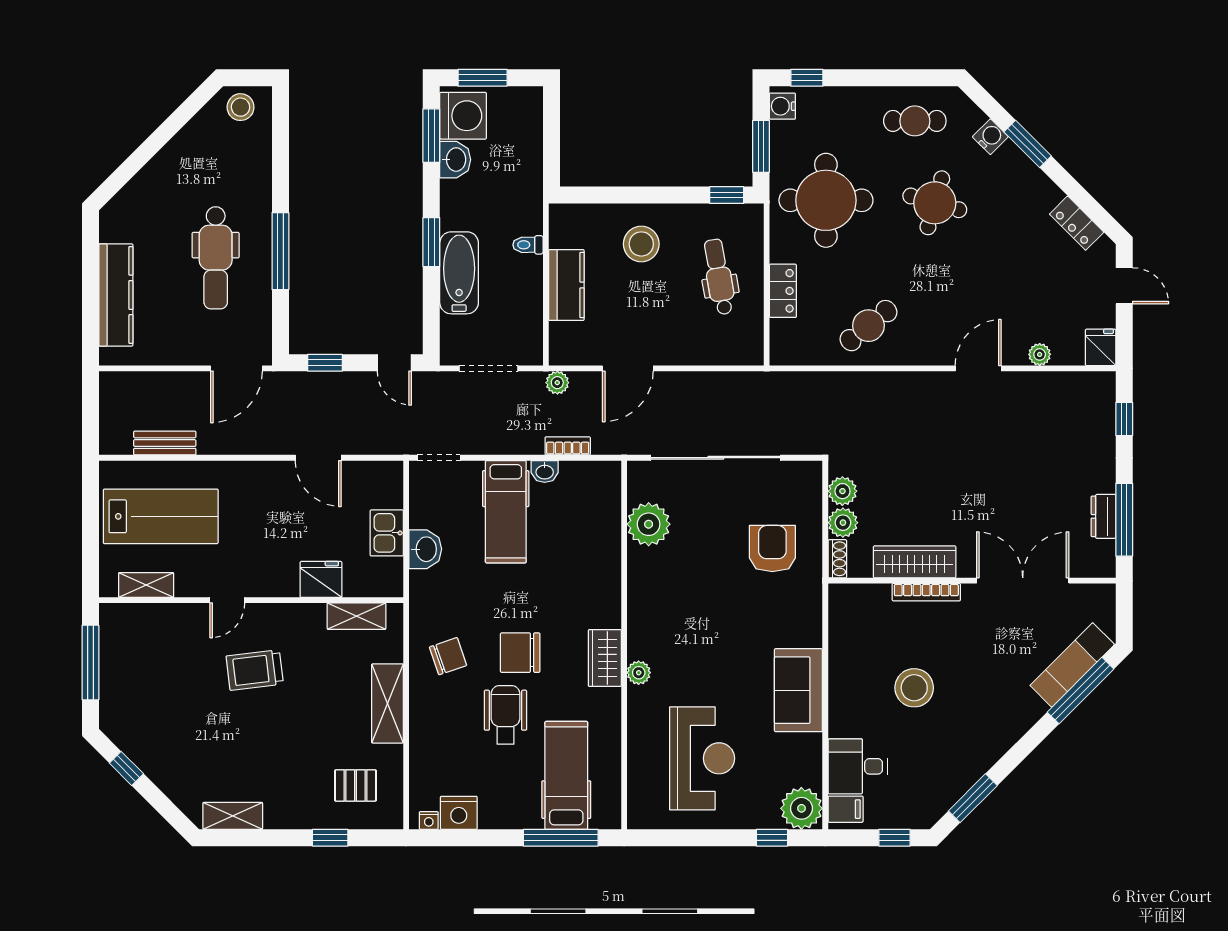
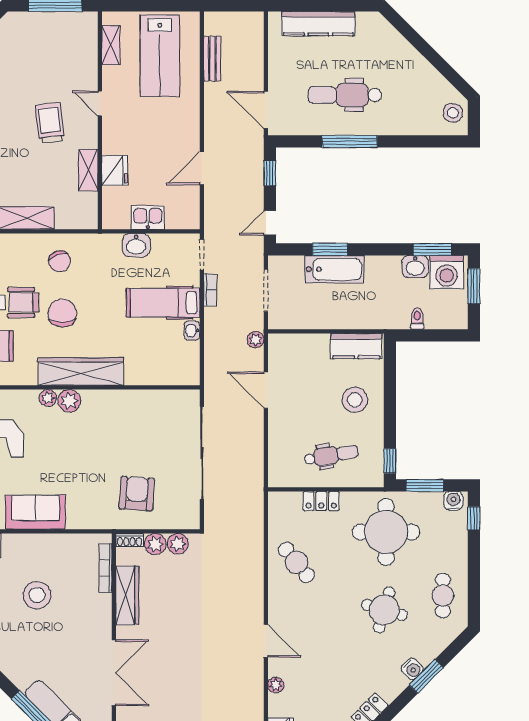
water cooler: (990, 137) -> (412, 669), moved
window: (431, 242) -> (330, 249), moved
toilet: (528, 245) -> (417, 319), moved
kitchen counter: (566, 285) -> (356, 346), moved
bookcase: (568, 446) -> (210, 290), moved
plant: (649, 524) -> (69, 401), moved, width x0.73, depth x0.73
armchair: (772, 549) -> (137, 494), turned -86
bookcase: (926, 592) -> (106, 568), moved
shelving: (356, 616) -> (88, 170), moved
wardrobe: (605, 658) -> (81, 372), width x2.10, depth x1.17

